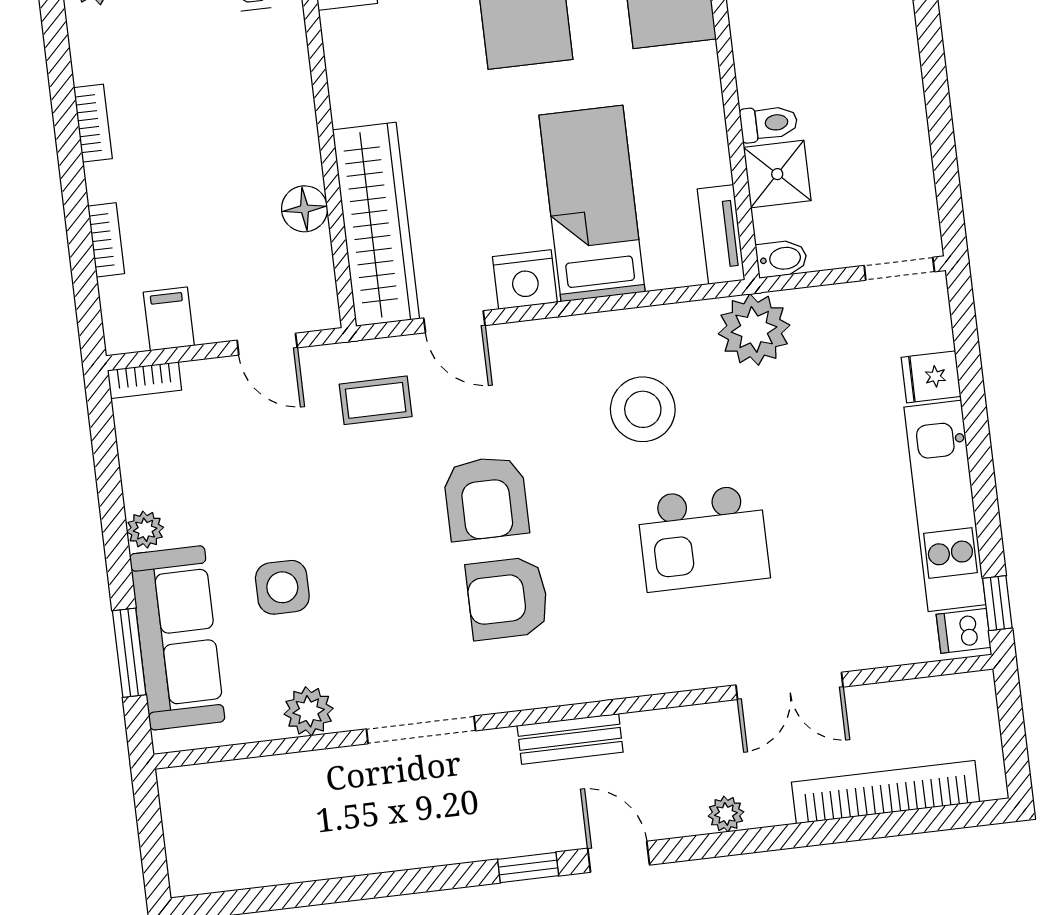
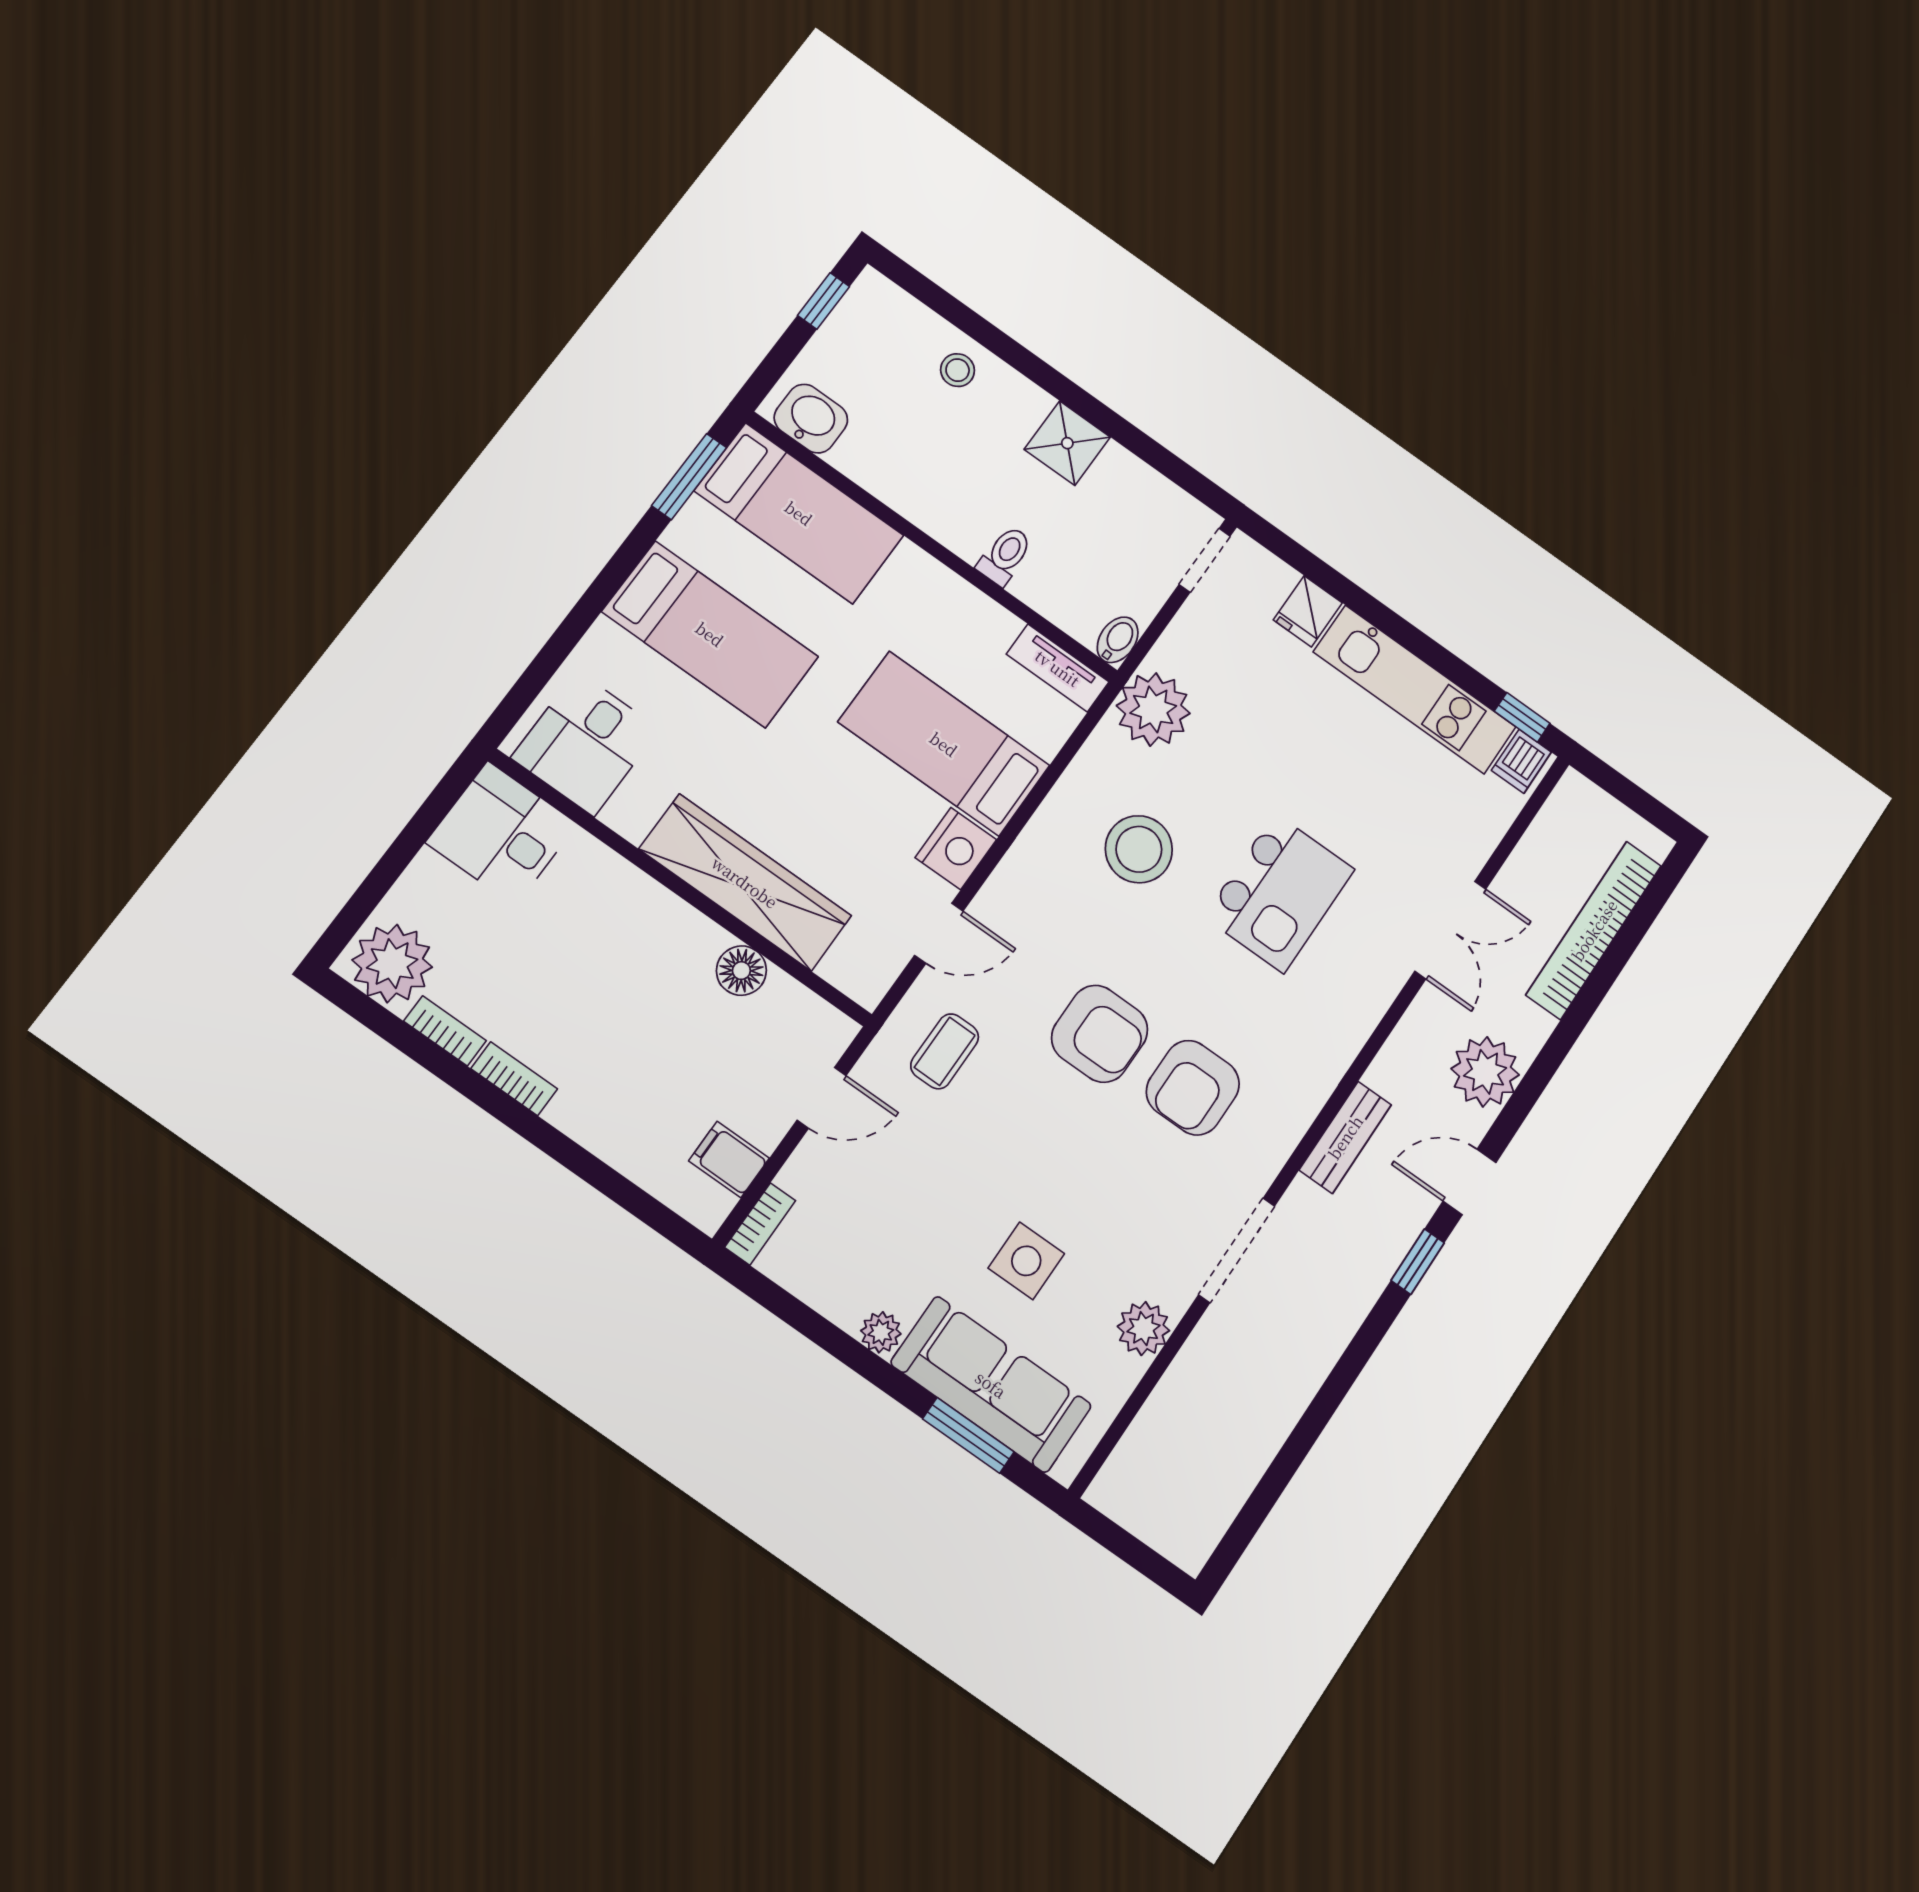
shower: (777, 174) -> (1067, 443), moved
wardrobe: (376, 224) -> (745, 882), moved
bookcase: (106, 240) -> (445, 1031), moved
plant: (726, 814) -> (1485, 1072), width x1.87, depth x1.87

